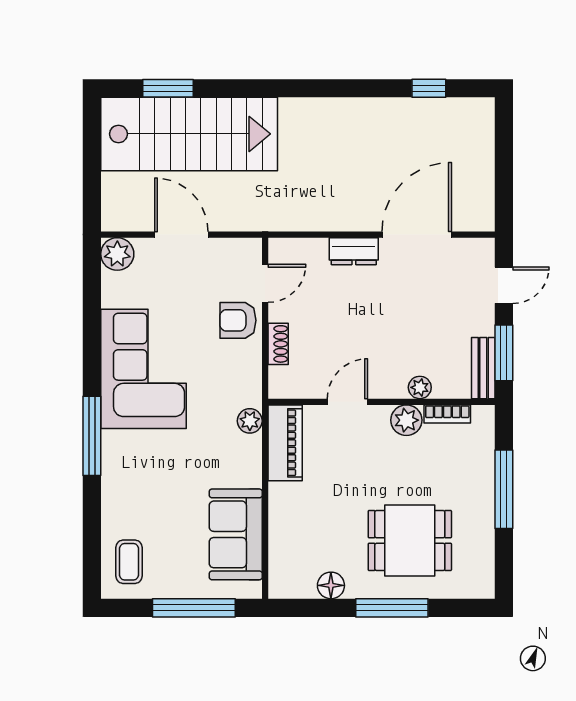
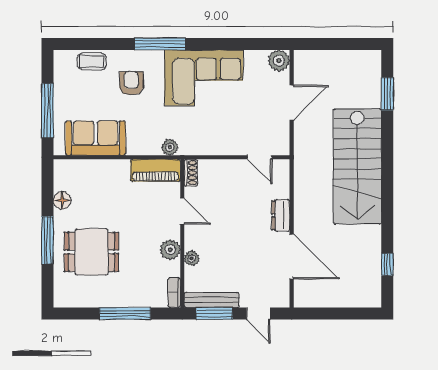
stairs: (189, 134) -> (357, 166), moved
armchair: (238, 320) -> (131, 83), moved
shoe rack: (278, 344) -> (191, 173), moved, turned -90
bench: (483, 368) -> (212, 300), width x1.36
bookcase: (447, 414) -> (174, 293), moved
dining table: (410, 541) -> (91, 252), turned 90
coffee table: (129, 562) -> (92, 61), moved

